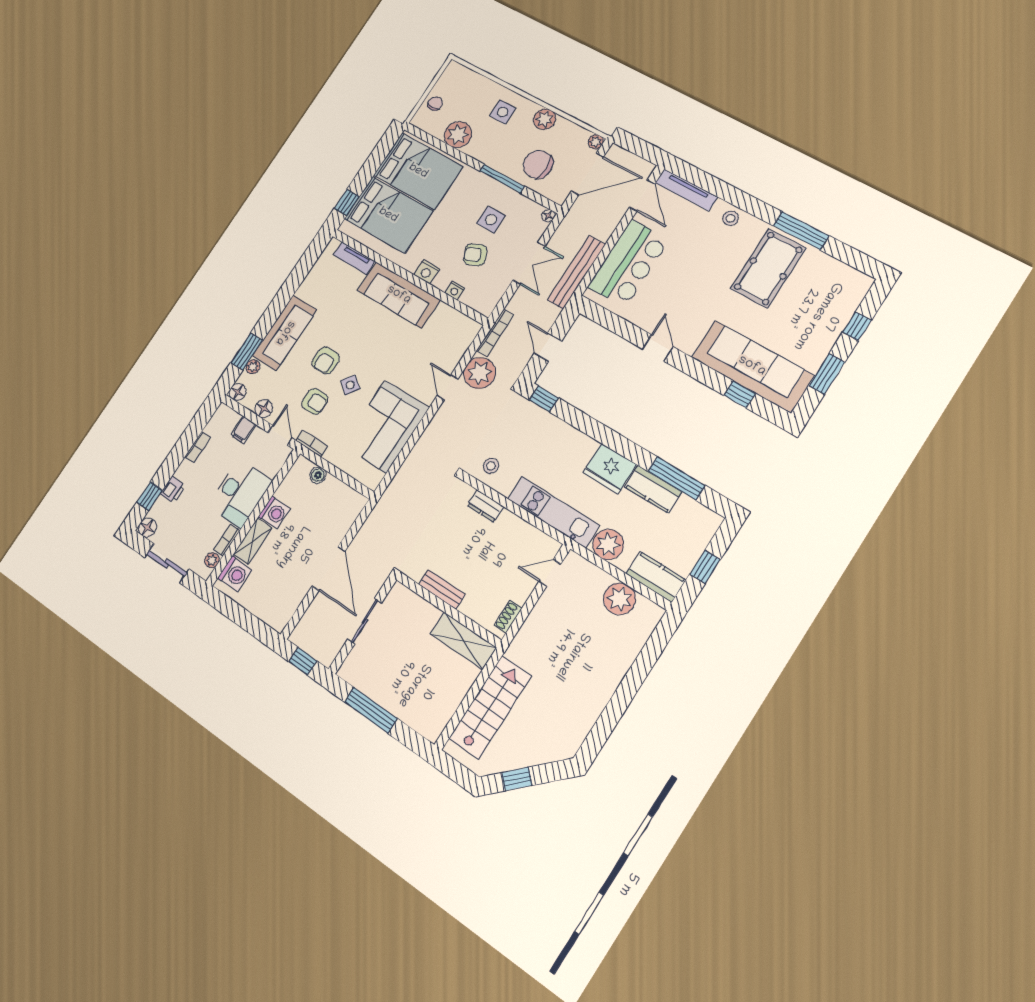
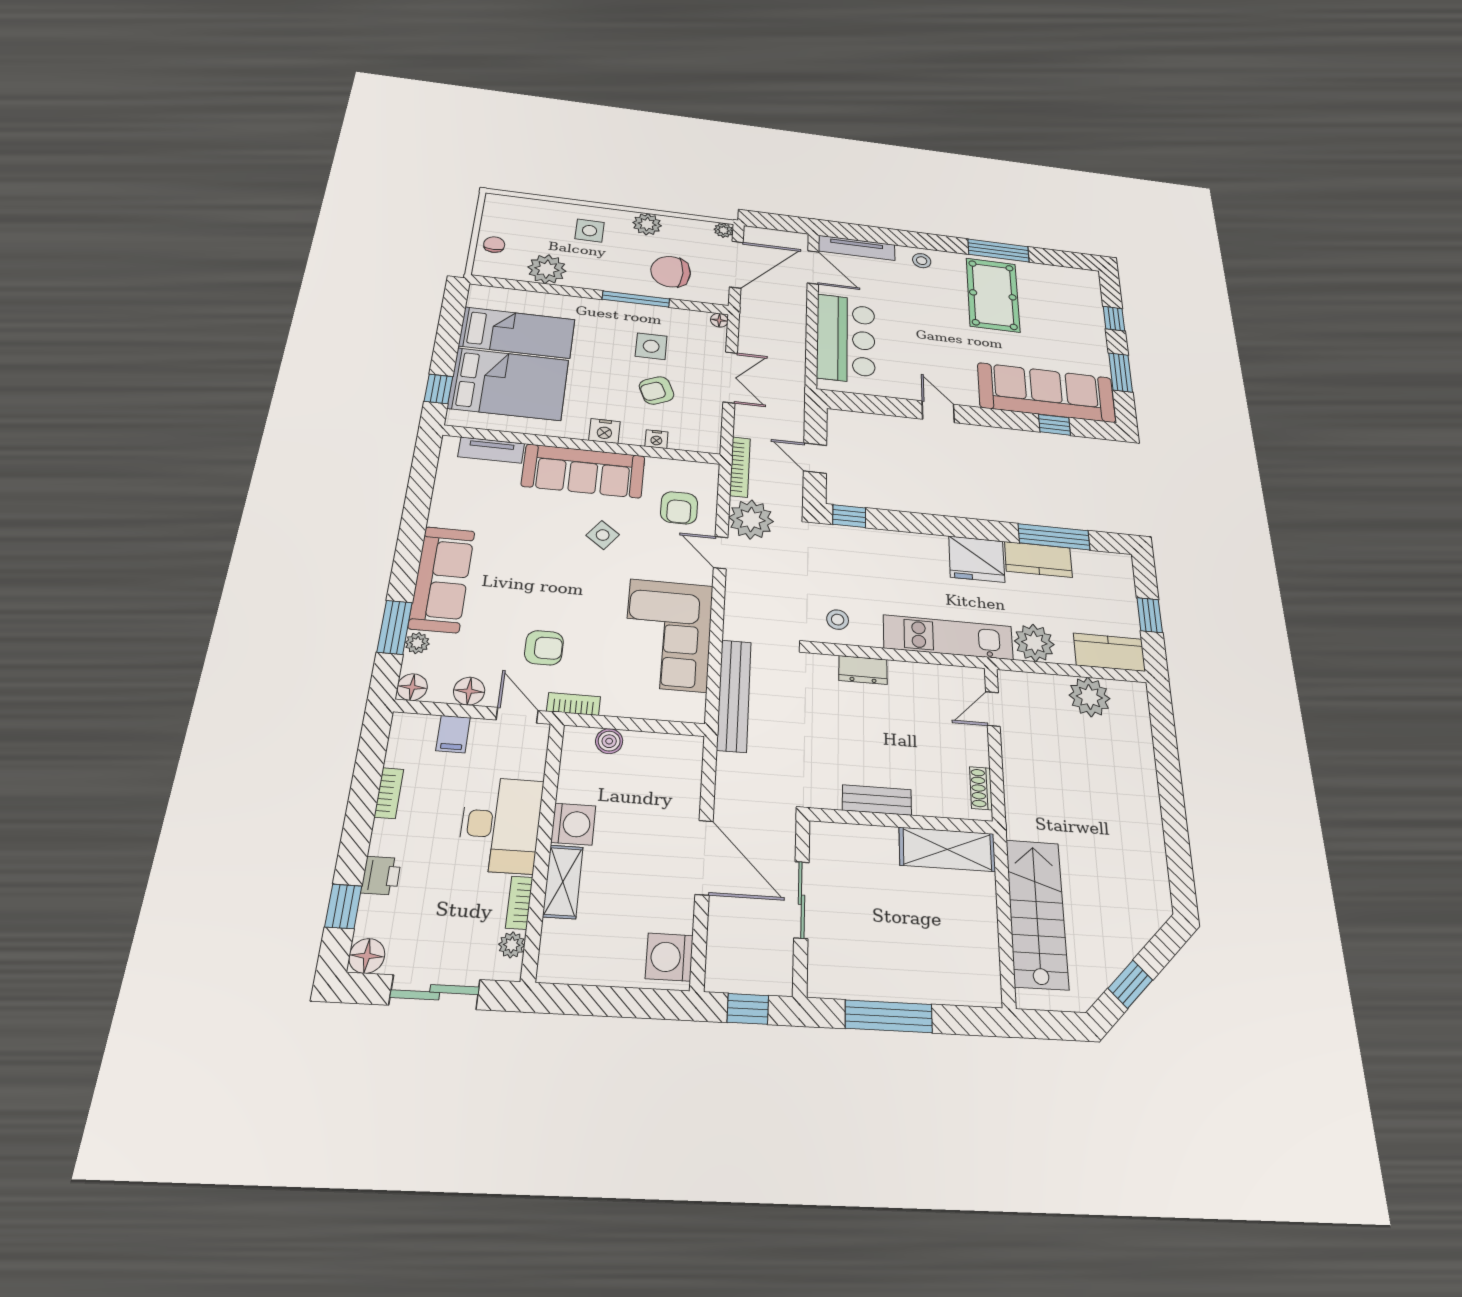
bed: (418, 171) -> (517, 333), width x0.67
bench: (576, 272) -> (734, 695), moved
armchair: (326, 361) -> (679, 508), moved
side table: (350, 385) -> (603, 535), moved
washing machine: (235, 574) -> (669, 957), moved, turned 180

